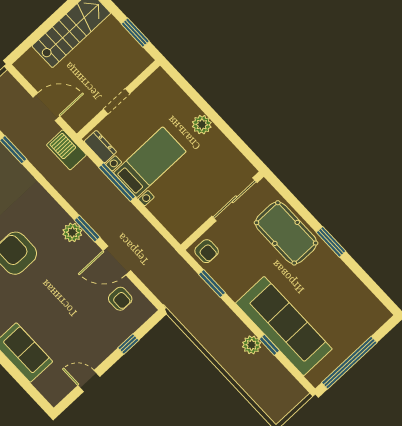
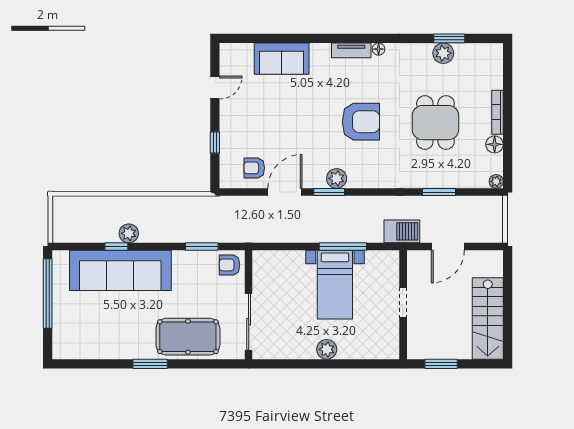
dresser: (100, 147) -> (381, 259), removed

